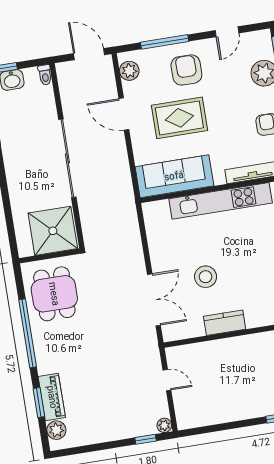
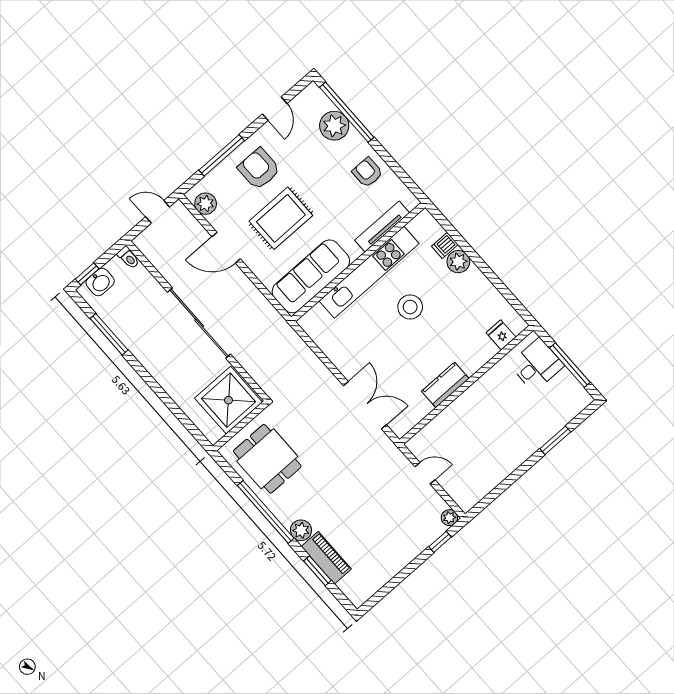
door: (89, 54) -> (158, 212), width x0.73
stool: (206, 277) -> (410, 307), moved
plant: (56, 430) -> (301, 530), moved

